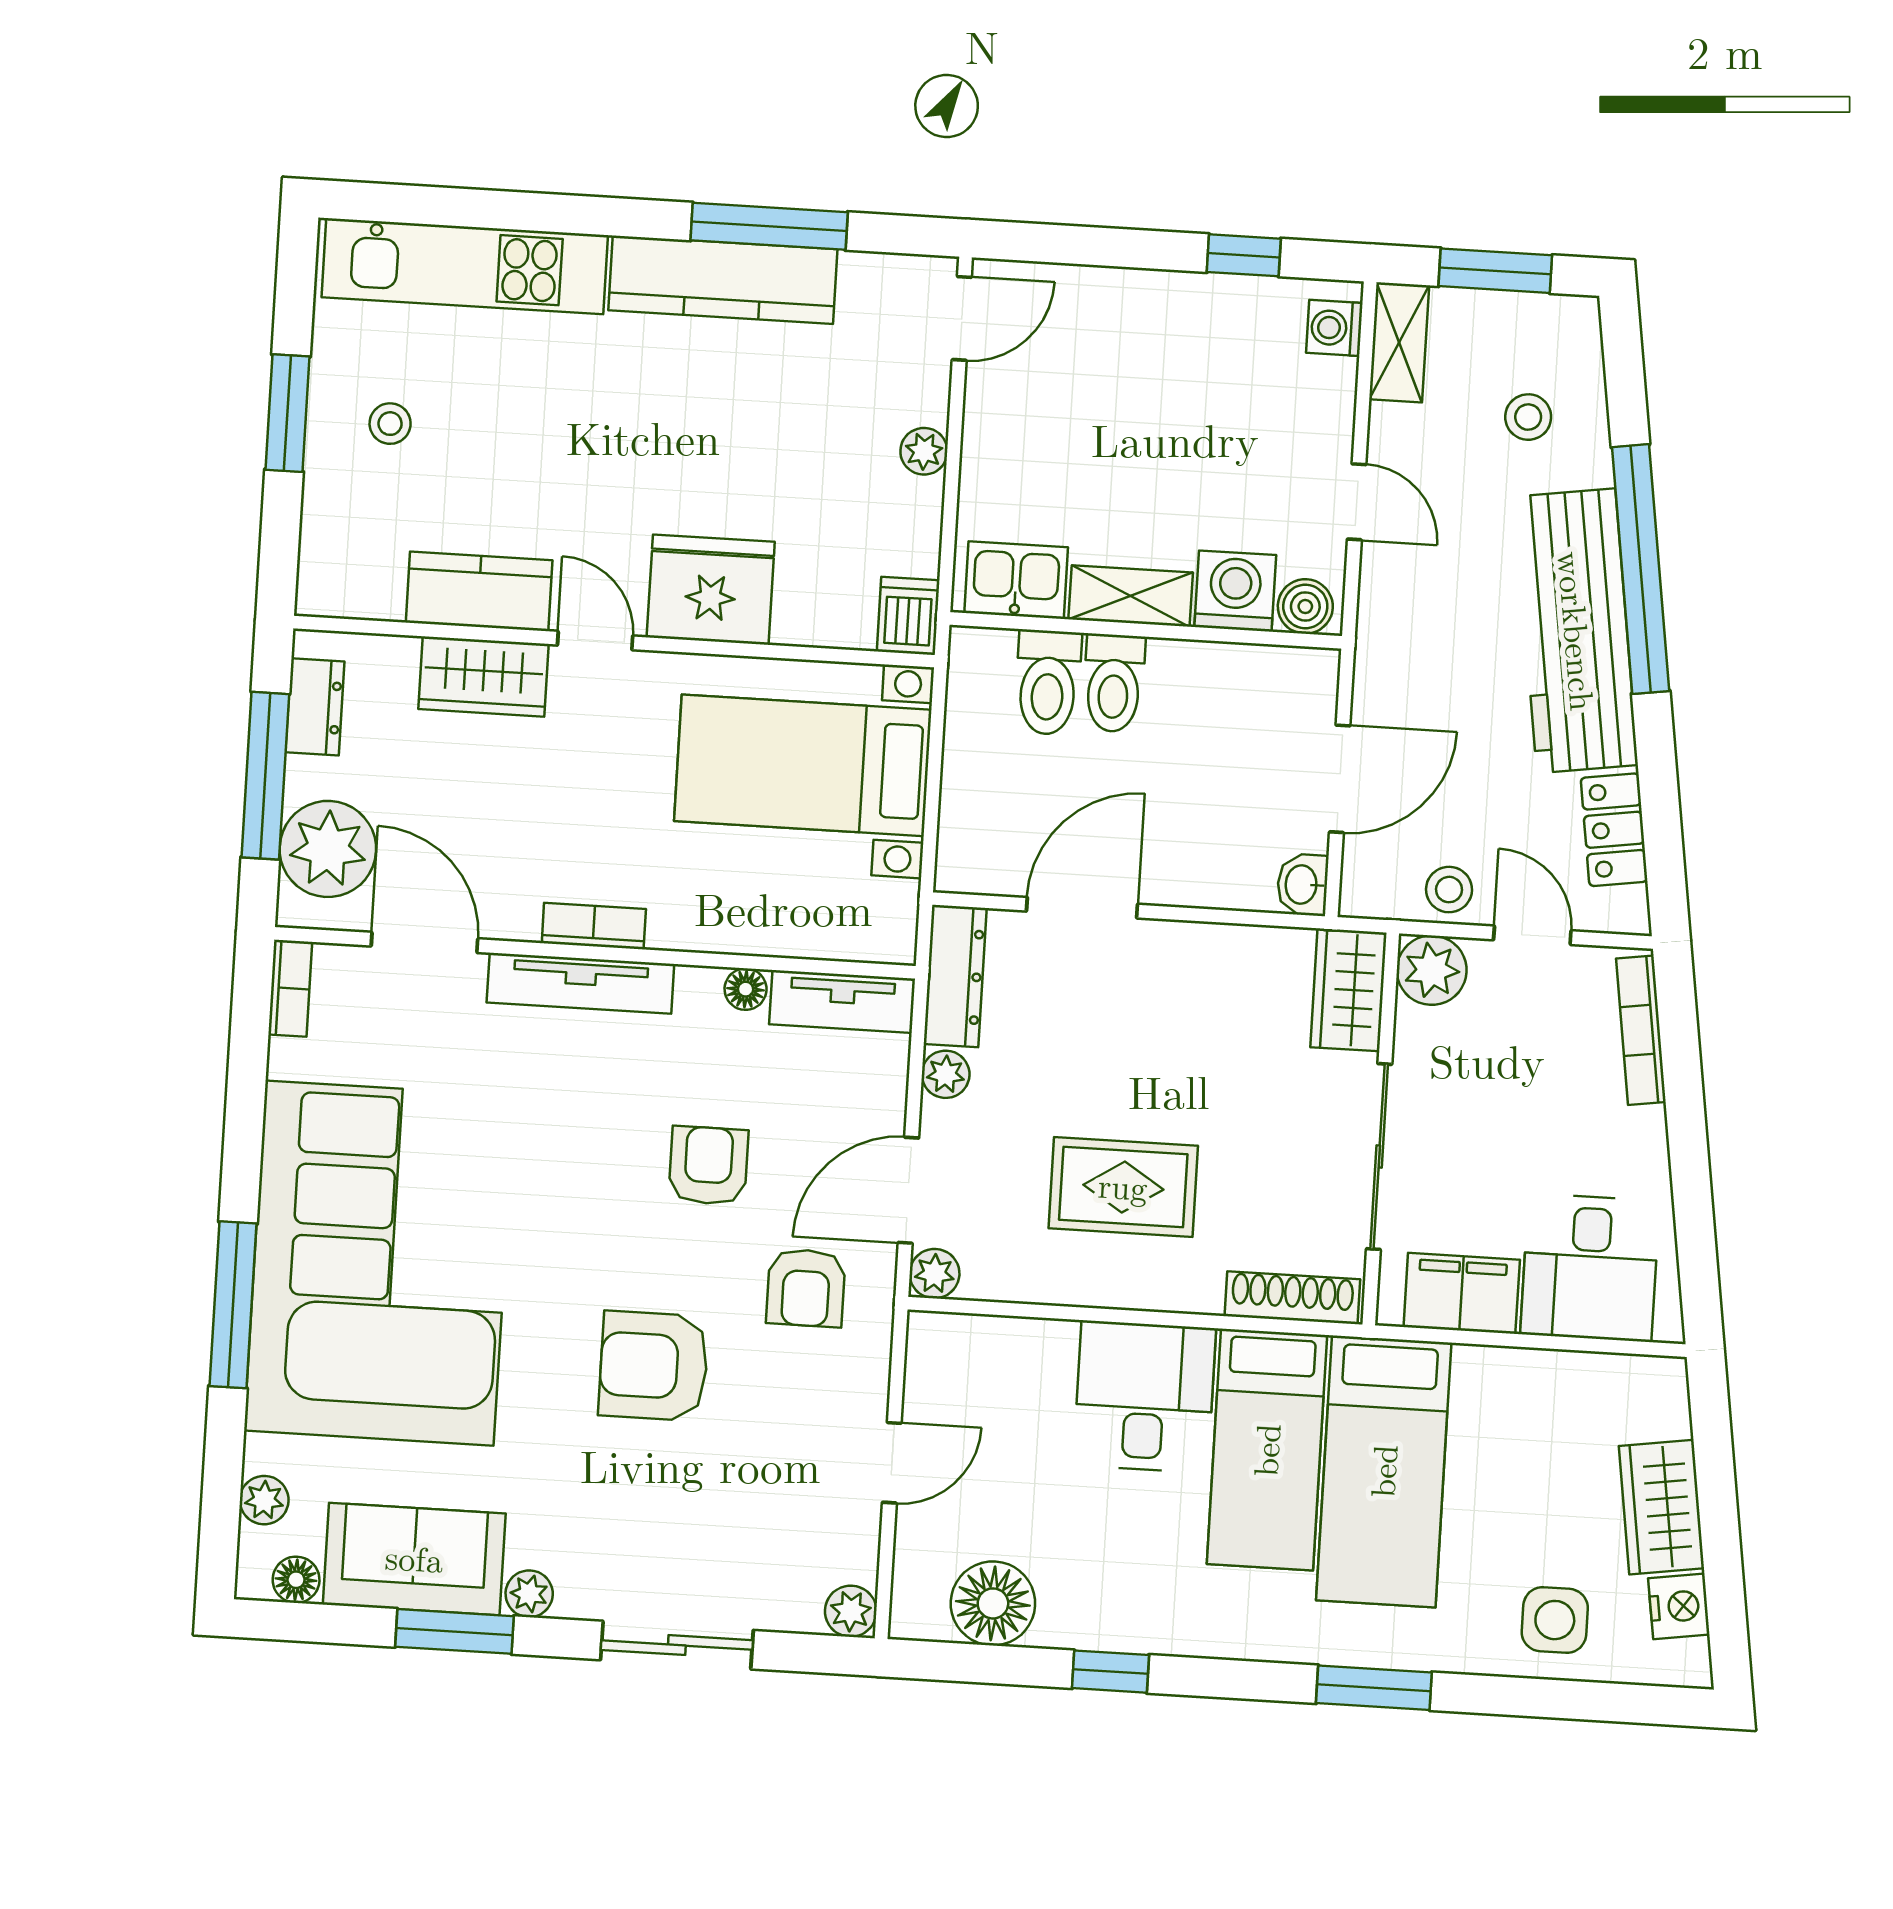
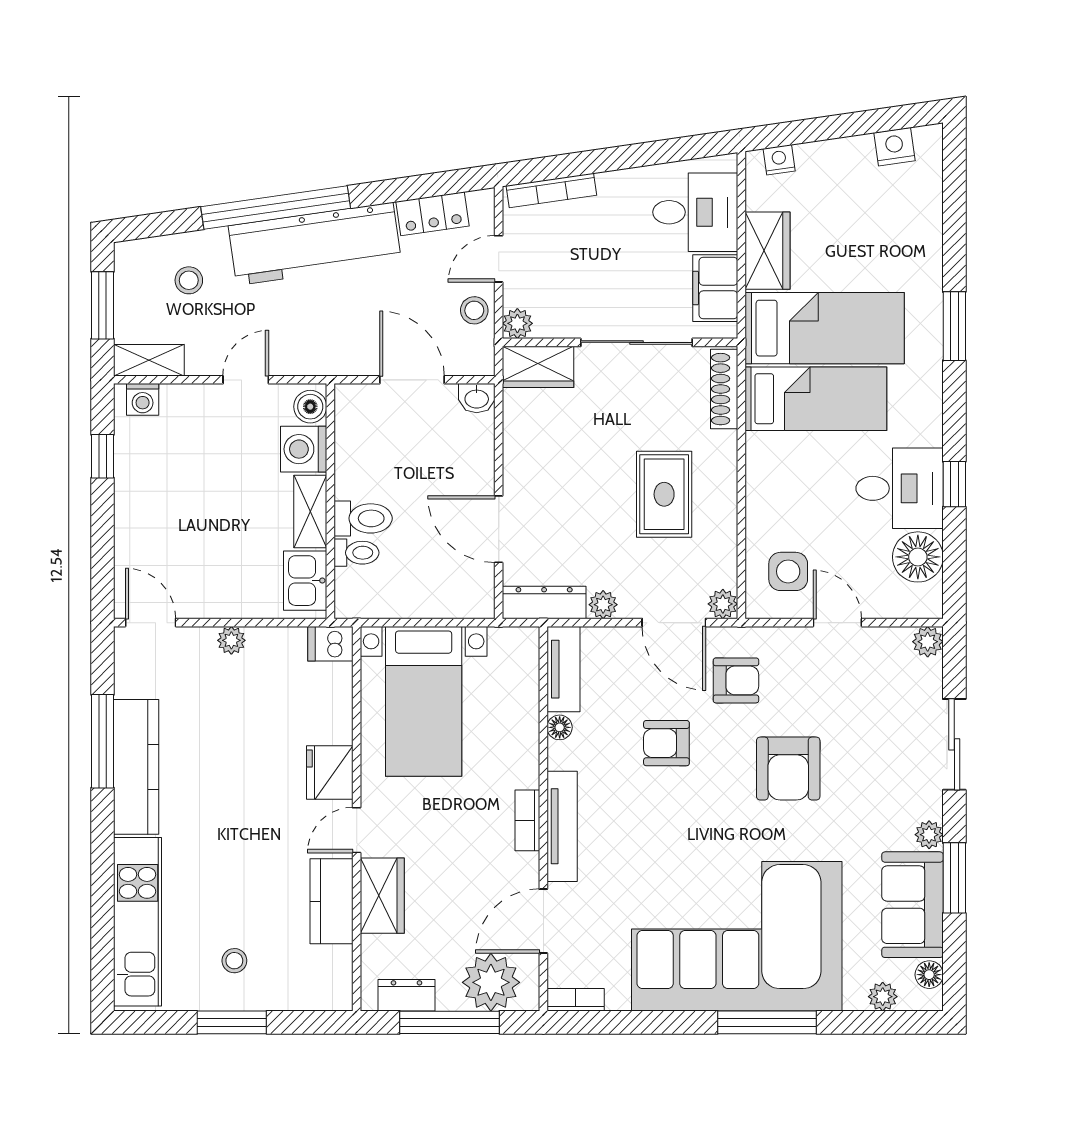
fridge: (711, 590) -> (330, 773), width x0.73, depth x0.75
toilet: (1048, 682) -> (356, 553), width x0.73, depth x0.72
plant: (1432, 970) -> (517, 323), width x0.73, depth x0.73
desk: (1145, 1397) -> (900, 488), moved, turned 180
nightstand: (1669, 1413) -> (779, 160), added
wardrobe: (1661, 1507) -> (768, 251), moved, turned -82
side table: (1555, 1620) -> (788, 571), moved

